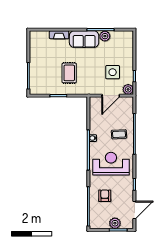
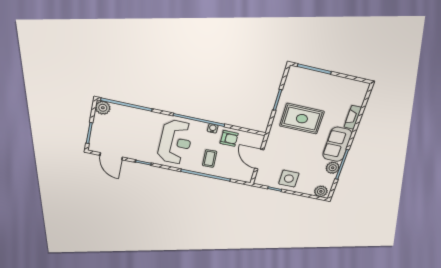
side table: (113, 72) -> (289, 179), moved
rug: (69, 73) -> (302, 119), width x1.36, depth x1.43
plant: (128, 89) -> (321, 191), moved
armchair: (105, 196) -> (229, 138), moved
plant: (115, 223) -> (103, 108), moved

